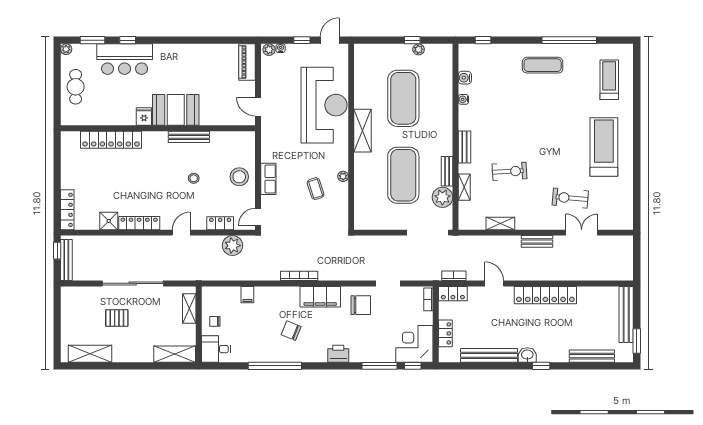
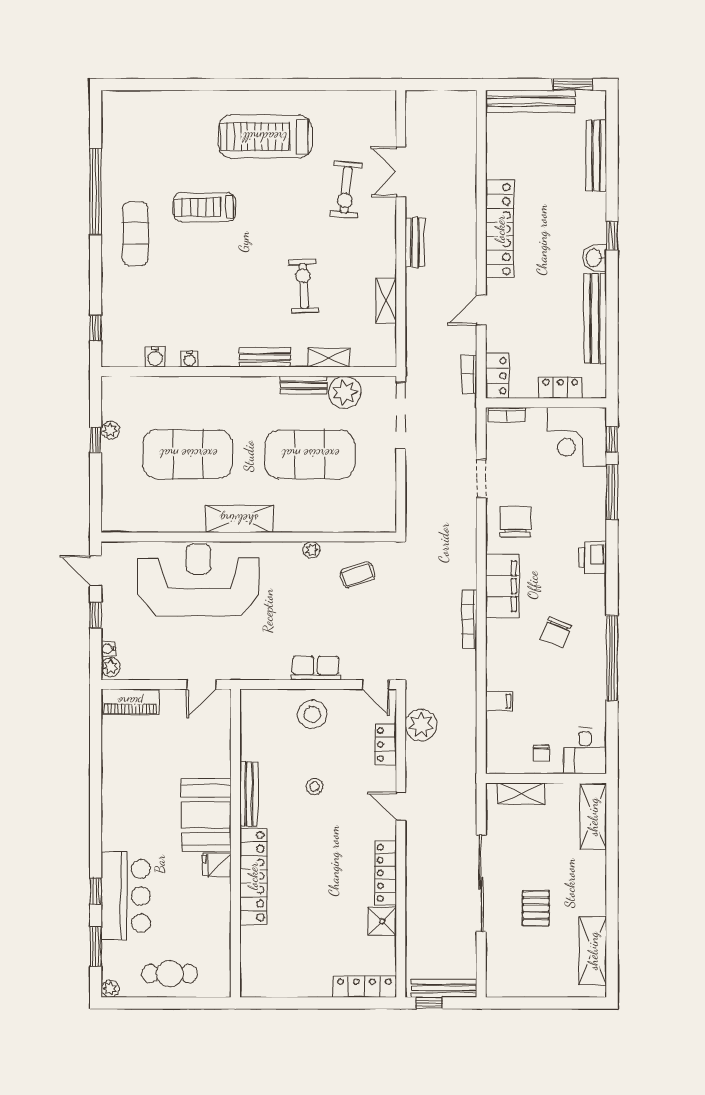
treadmill: (609, 80) -> (204, 207), moved
locker: (111, 140) -> (253, 876), moved
coffee table: (316, 189) -> (358, 575), moved

